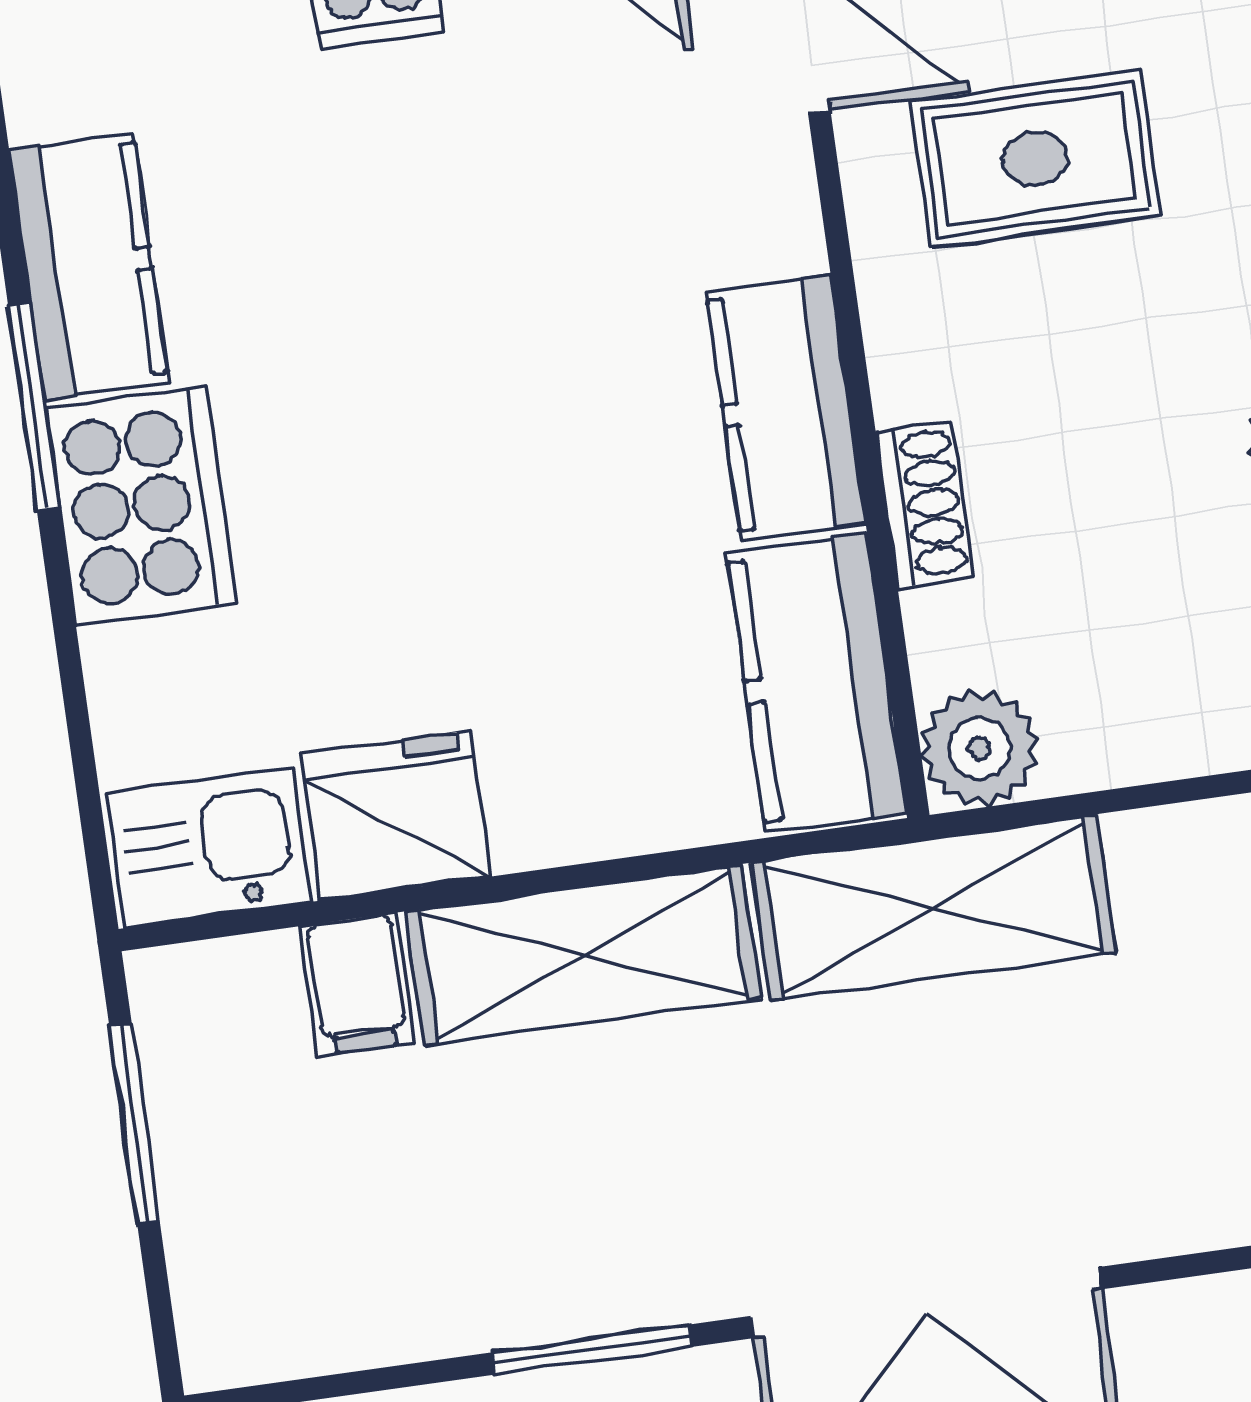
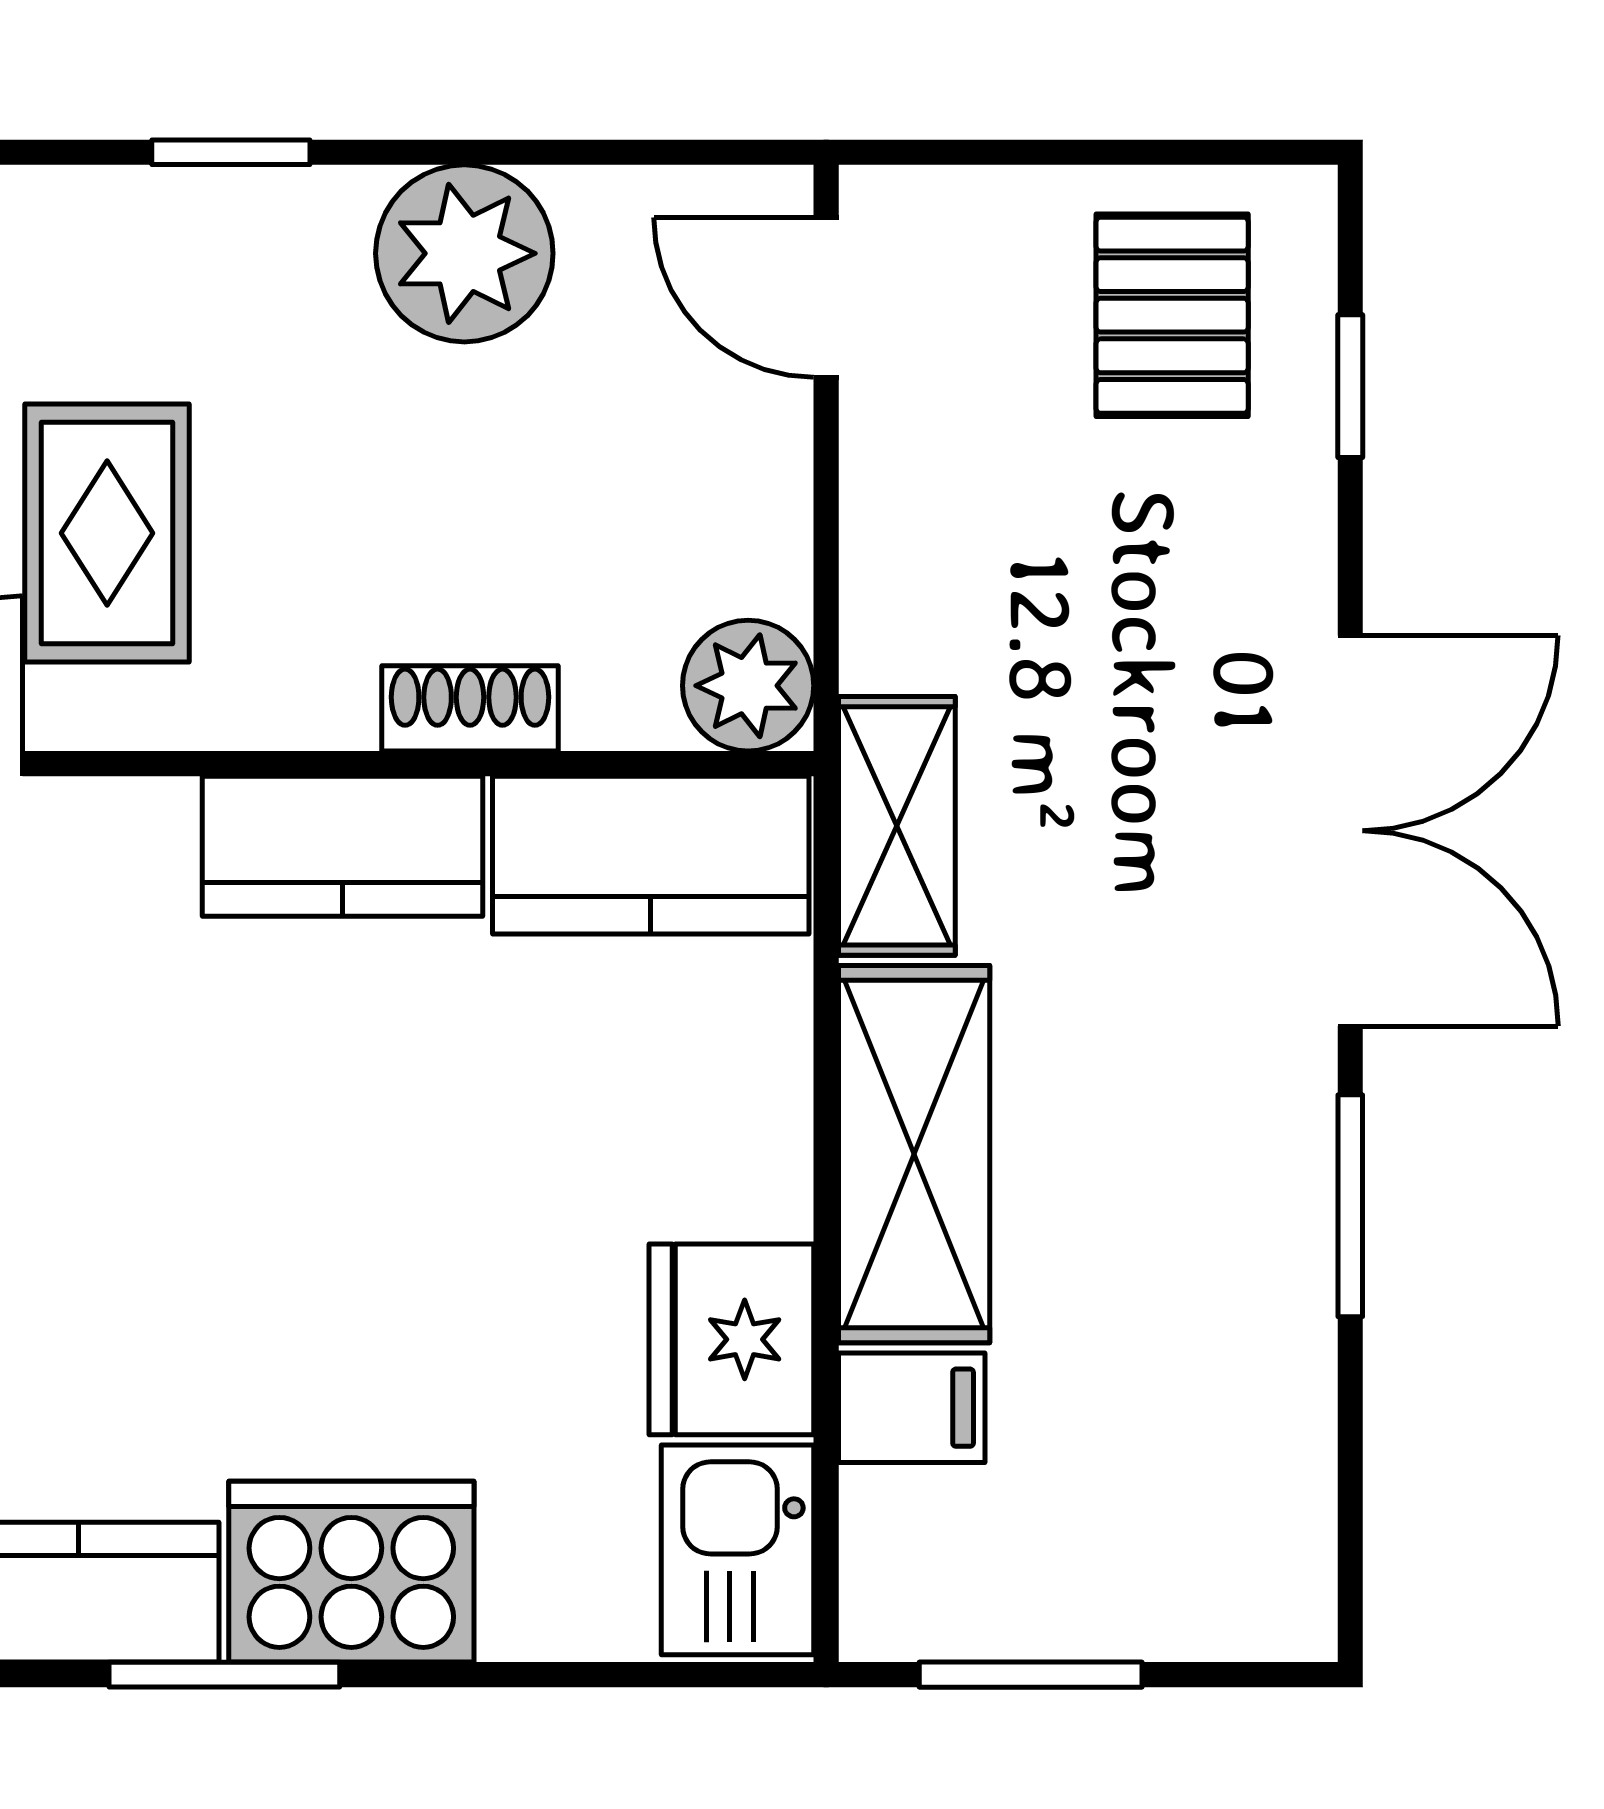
shelving: (933, 908) -> (897, 826), width x0.67, depth x0.75

